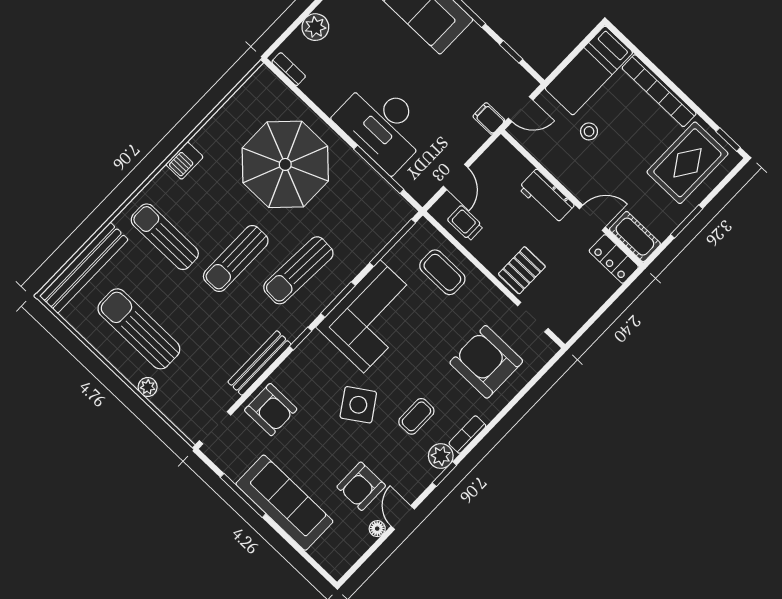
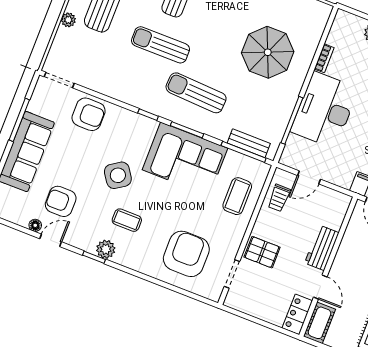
bookcase: (289, 69) -> (324, 58), moved
parasol: (285, 164) -> (268, 52), width x0.73, depth x0.73
trolley: (465, 223) -> (279, 198), turned 180
sun lounger: (236, 258) -> (161, 45), moved
bench: (259, 363) -> (249, 143), moved, width x0.73
armchair: (271, 410) -> (89, 114), turned -90
bookcase: (467, 435) -> (129, 262), removed

